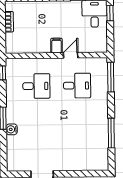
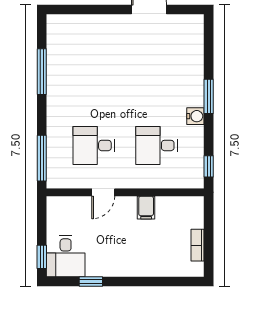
filing cabinet: (56, 46) -> (146, 208), moved
water cooler: (12, 129) -> (195, 116), moved

